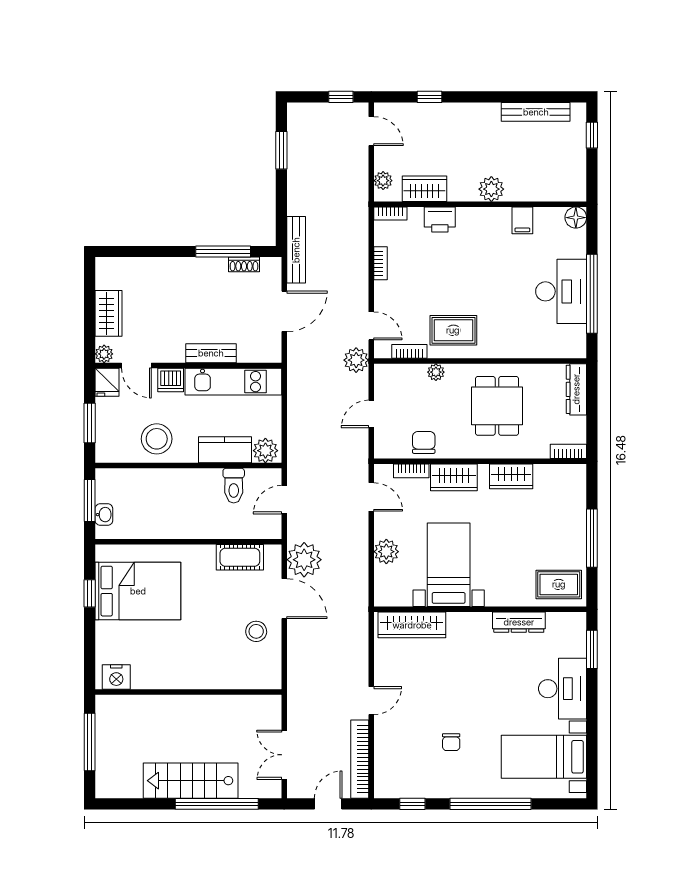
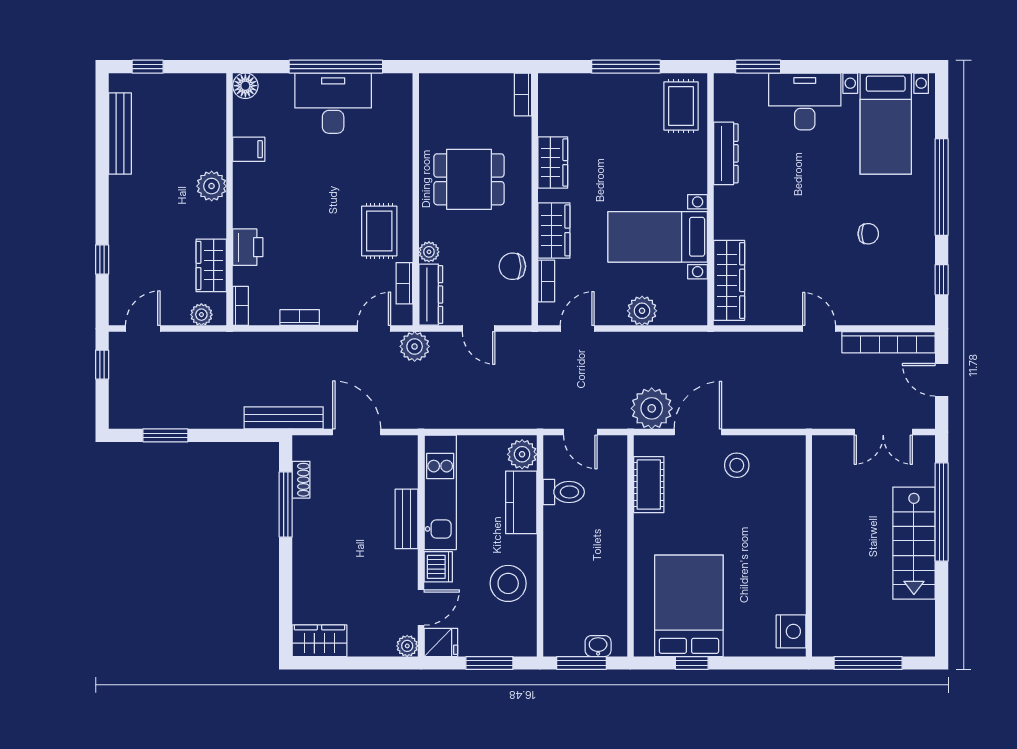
wardrobe: (108, 313) -> (319, 641), moved
dresser: (576, 389) -> (431, 295), moved, turned -90

